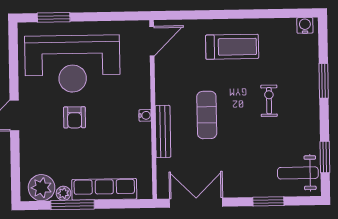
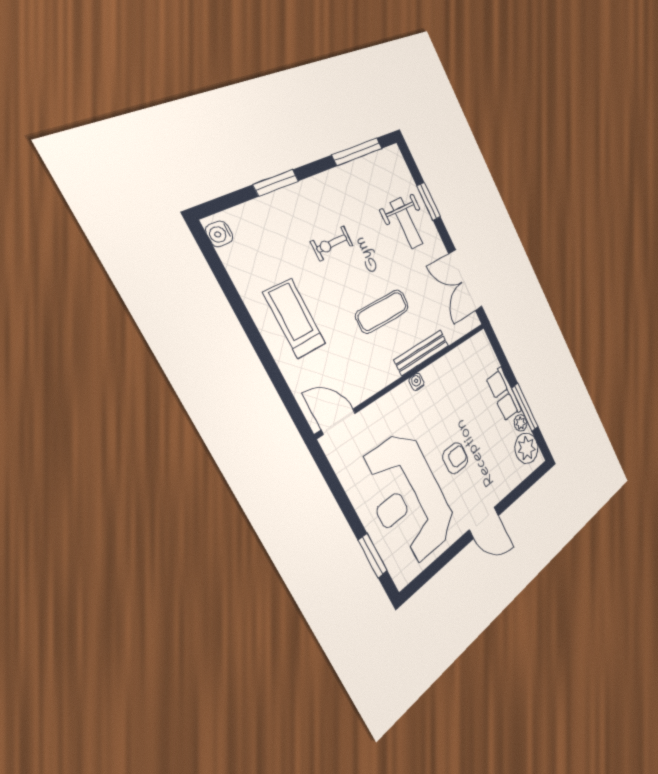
reception desk: (72, 64) -> (408, 498), turned 180
window: (325, 157) -> (357, 152), width x1.44
weight bench: (298, 173) -> (407, 223), moved
row of seats: (104, 189) -> (504, 394), width x0.68

